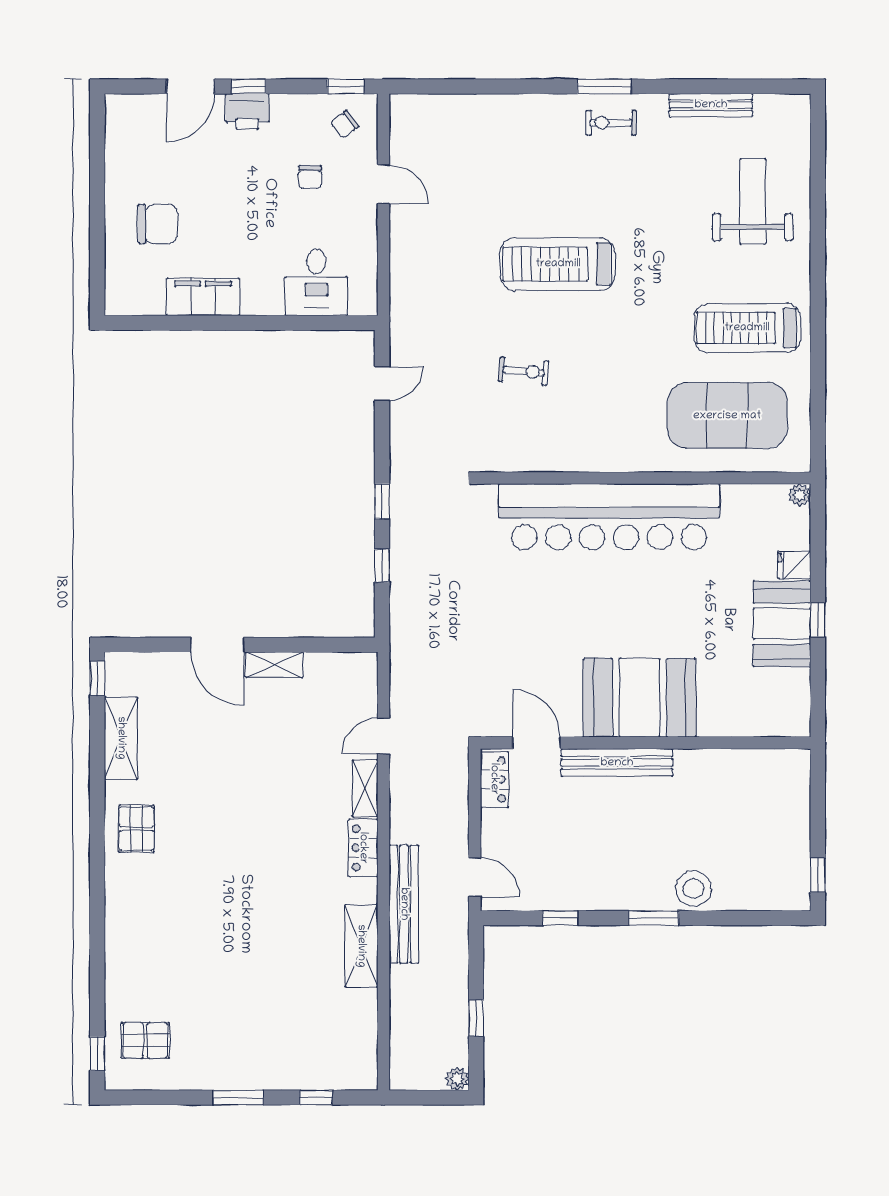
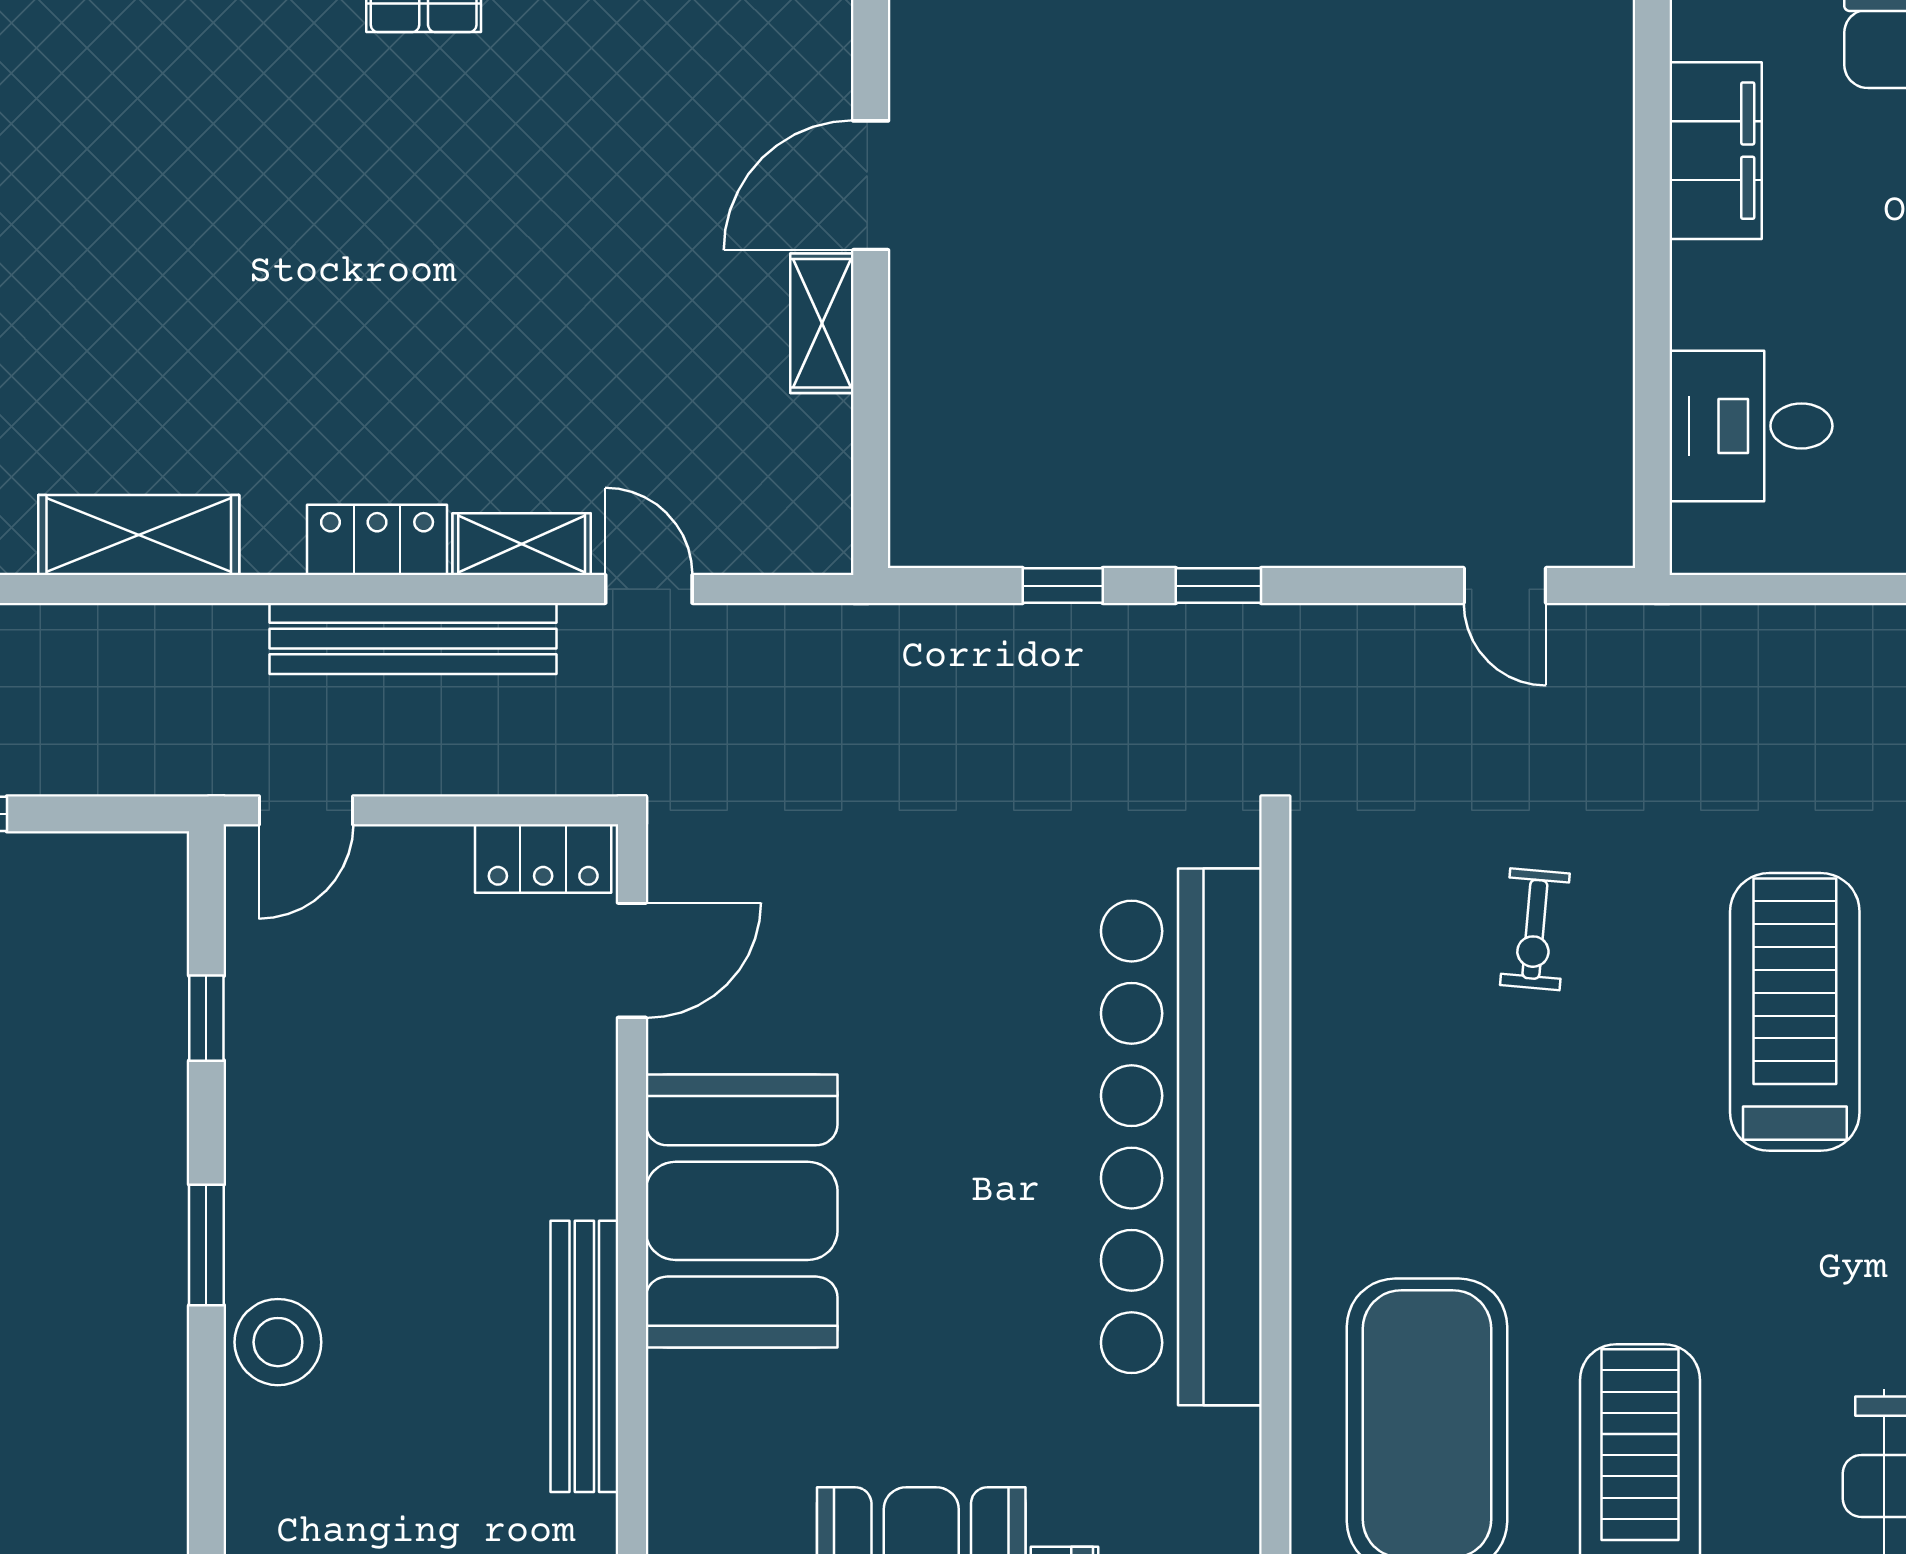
bench: (617, 763) -> (584, 1356), moved
bench: (404, 904) -> (413, 639), moved

